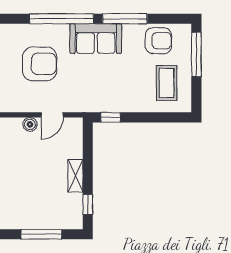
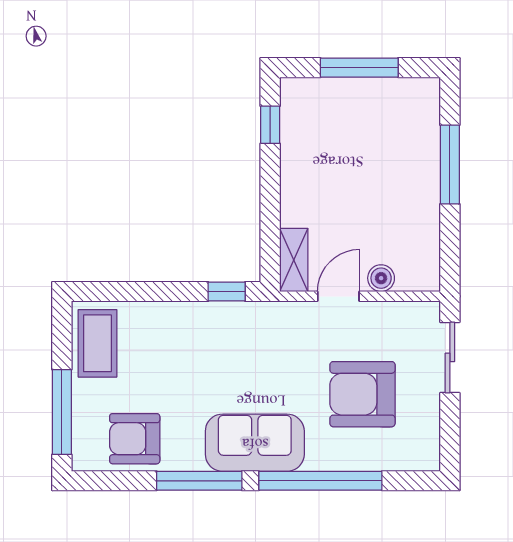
coffee table: (167, 83) -> (97, 343), moved
shelving: (75, 176) -> (294, 260), moved

